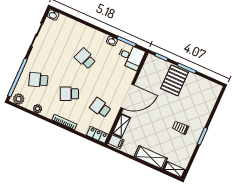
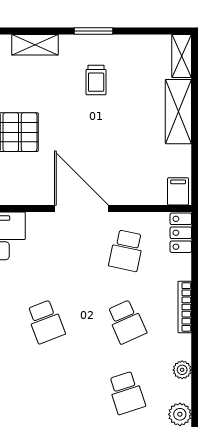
school desk: (85, 59) -> (46, 322), turned -42
shelving: (121, 126) -> (35, 45), moved

